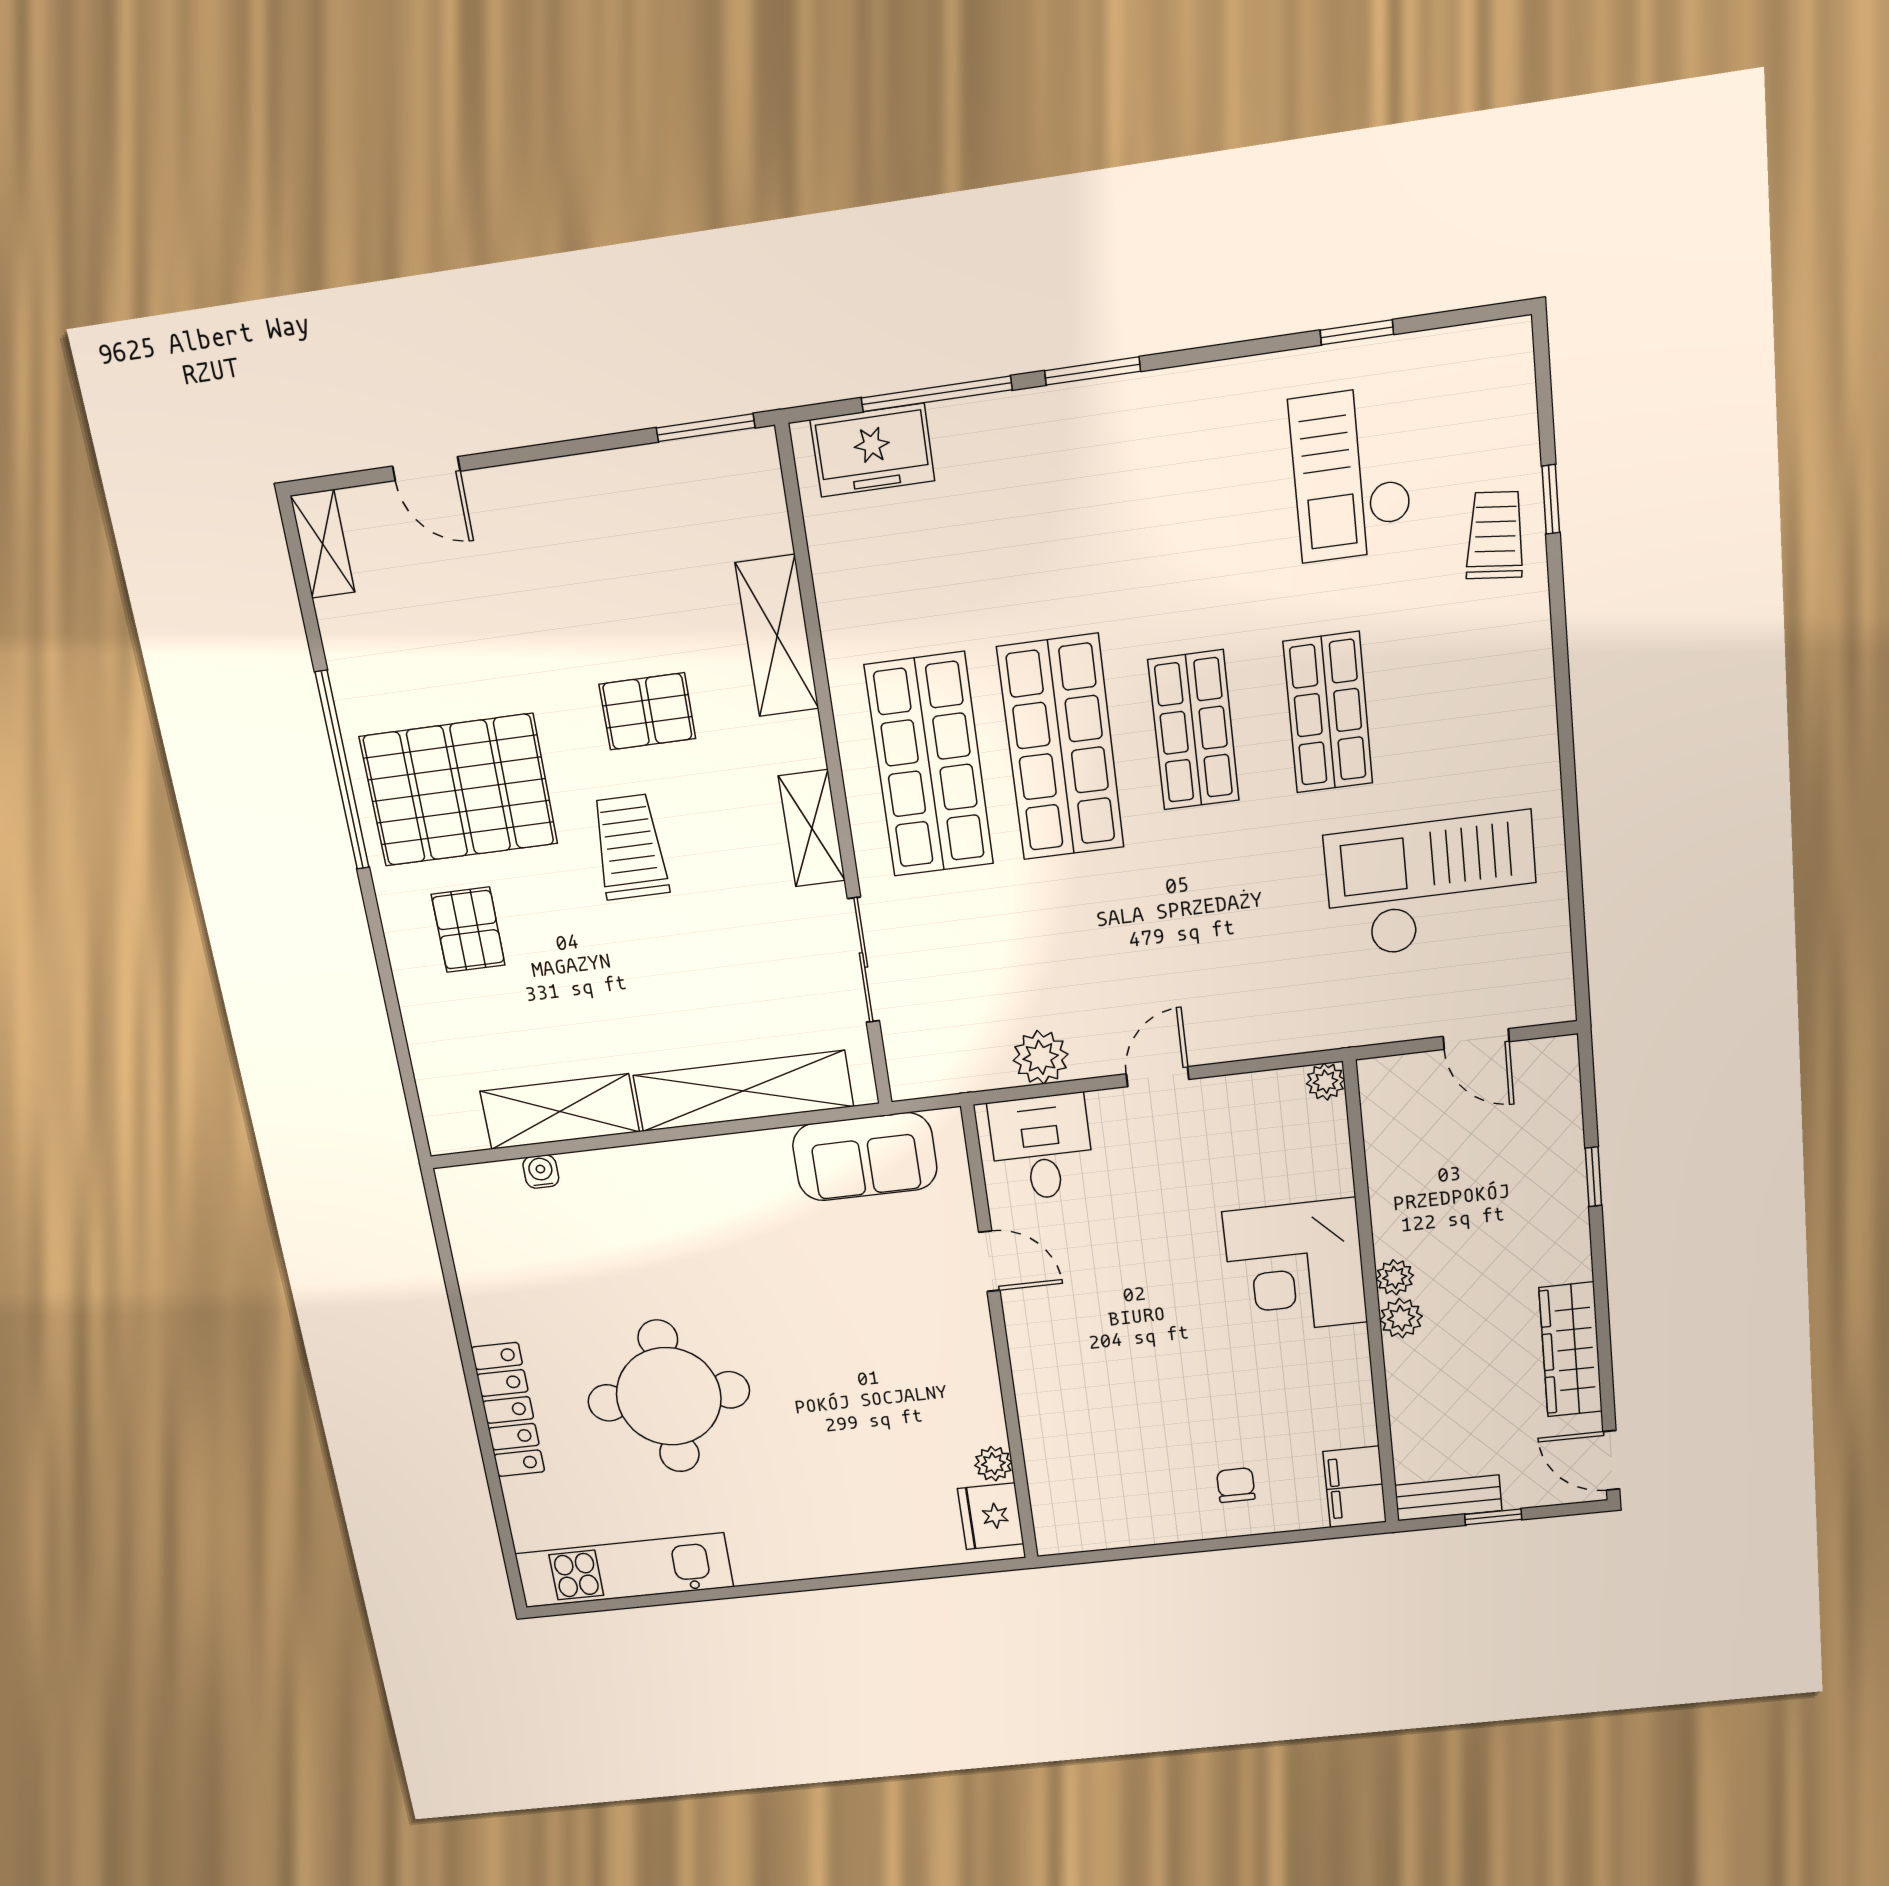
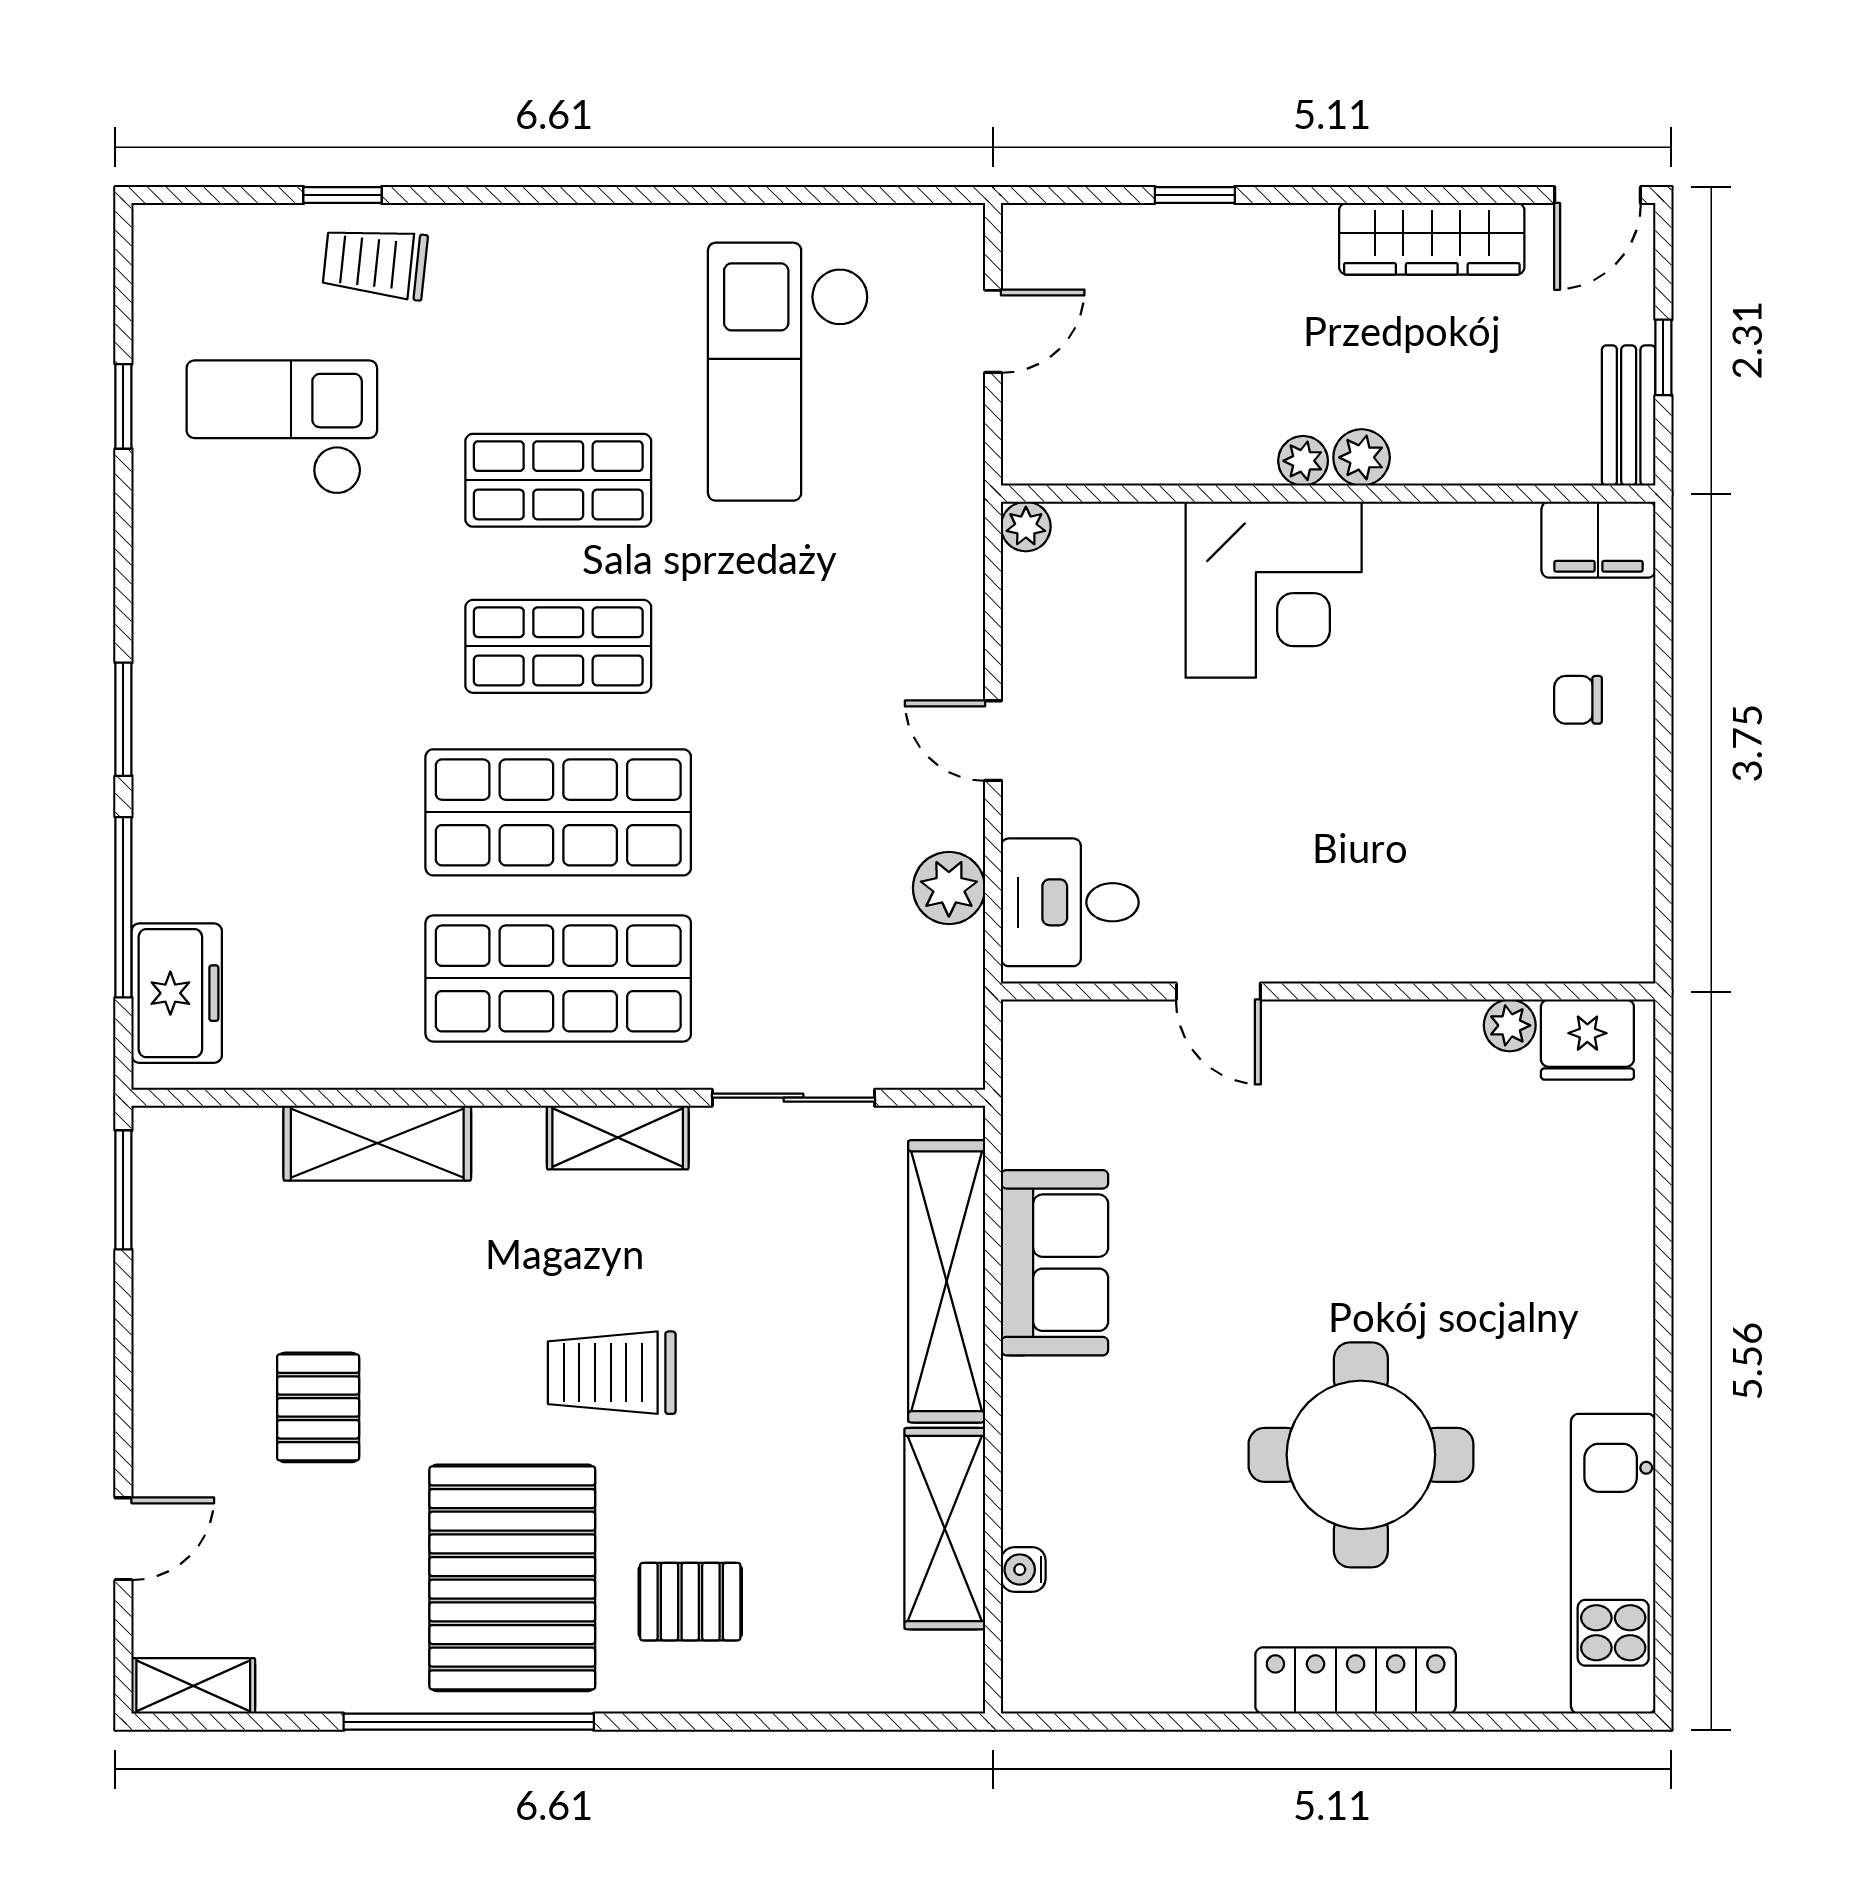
checkout: (1351, 474) -> (282, 427), turned 180
pallet: (647, 711) -> (318, 1407), moved
sofa: (865, 1157) -> (1055, 1263), moved
door: (989, 1261) -> (1218, 992), swing flipped

